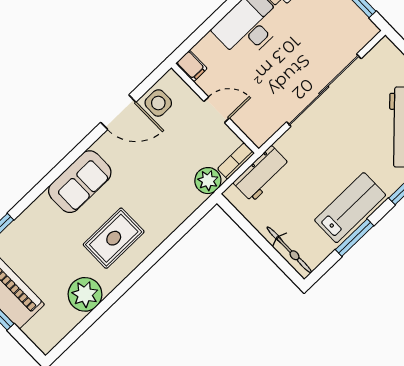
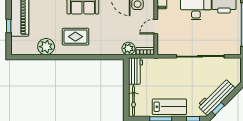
door: (217, 110) -> (156, 27), swing flipped
workbench: (262, 174) -> (135, 71), moved, turned -90

